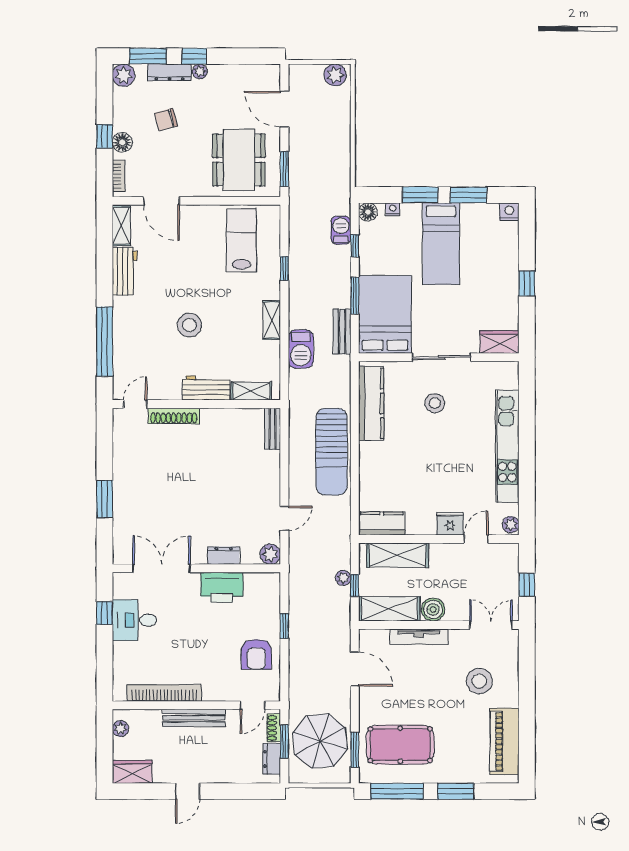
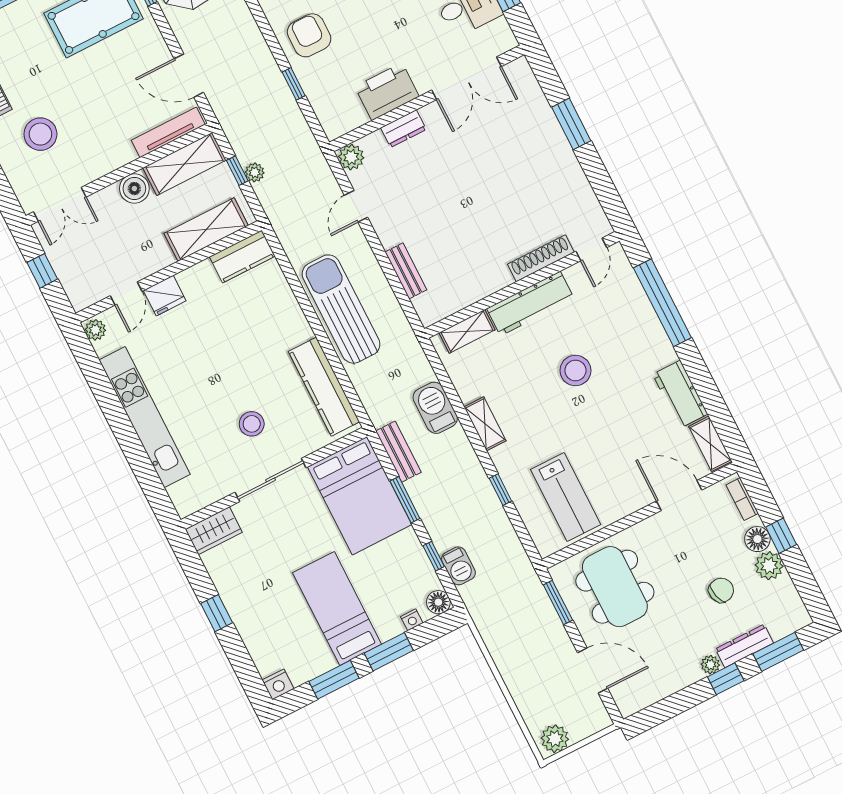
plant: (124, 75) -> (769, 566), moved
workbench: (206, 388) -> (530, 304), width x1.38
bench: (273, 429) -> (406, 271), moved
tv unit: (419, 637) -> (168, 132), moved

